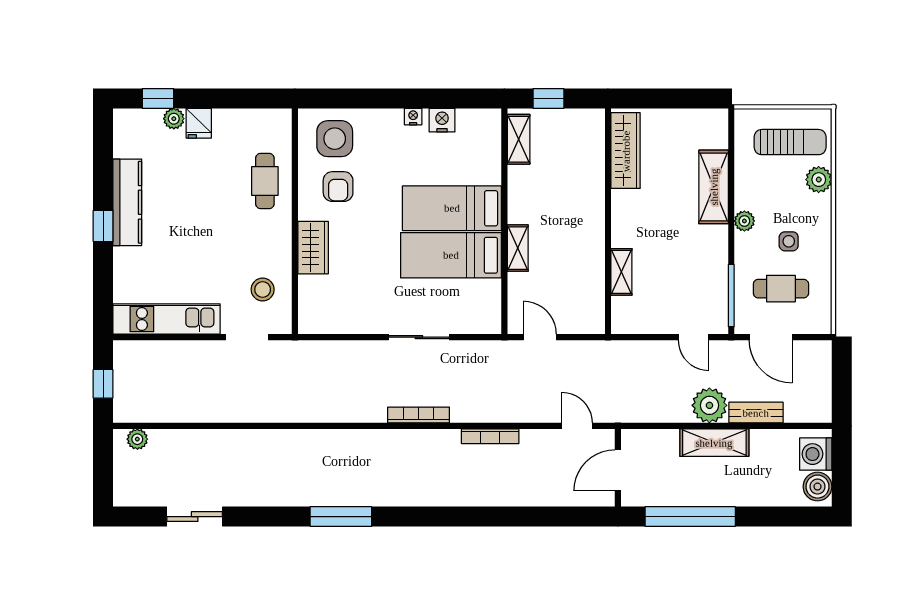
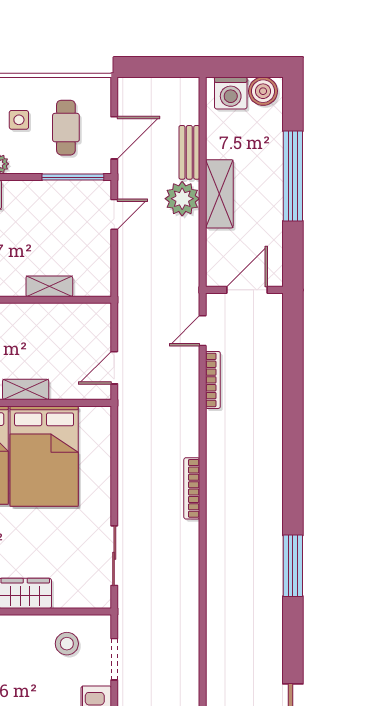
bed: (451, 255) -> (44, 456), width x1.50
sliding door: (419, 337) -> (114, 556), moved
bookcase: (490, 436) -> (213, 380), moved
door: (618, 470) -> (247, 290), swing flipped
window: (690, 517) -> (293, 176), moved

